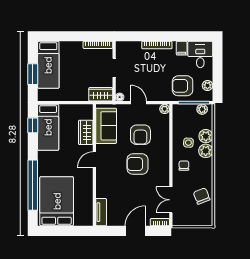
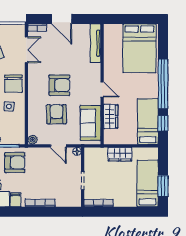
window: (33, 74) -> (163, 186), moved
wardrobe: (101, 94) -> (120, 154), moved
door: (94, 160) -> (102, 90), hinge flipped
chair: (184, 166) -> (13, 84), width x1.87, depth x1.87
window: (33, 185) -> (163, 84), moved
tv unit: (101, 212) -> (95, 43), width x1.41
door: (135, 231) -> (62, 19), hinge flipped

